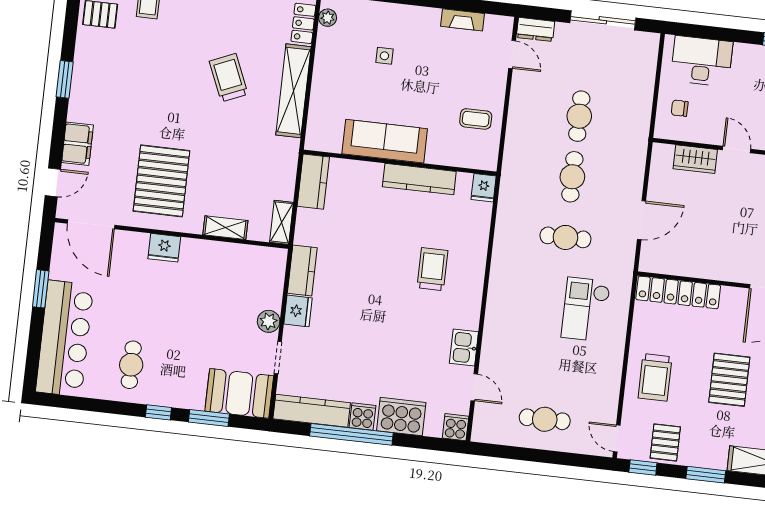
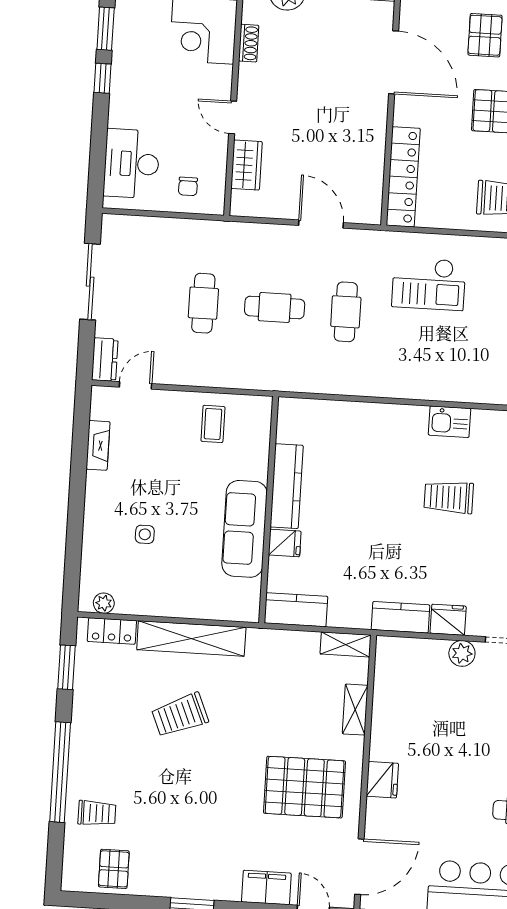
cafe table: (579, 116) -> (203, 303), turned 90
door: (737, 149) -> (233, 117), hinge flipped
fridge: (484, 188) -> (285, 543), moved
trolley: (432, 269) -> (449, 497), moved
kitchen sink: (464, 348) -> (450, 422), moved

